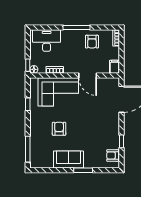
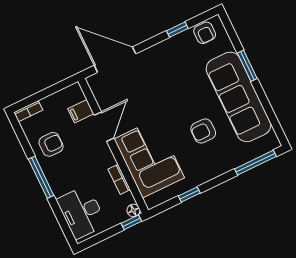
filing cabinet: (115, 67) -> (81, 111), moved
sofa: (68, 159) -> (239, 97), width x1.85, depth x1.27

